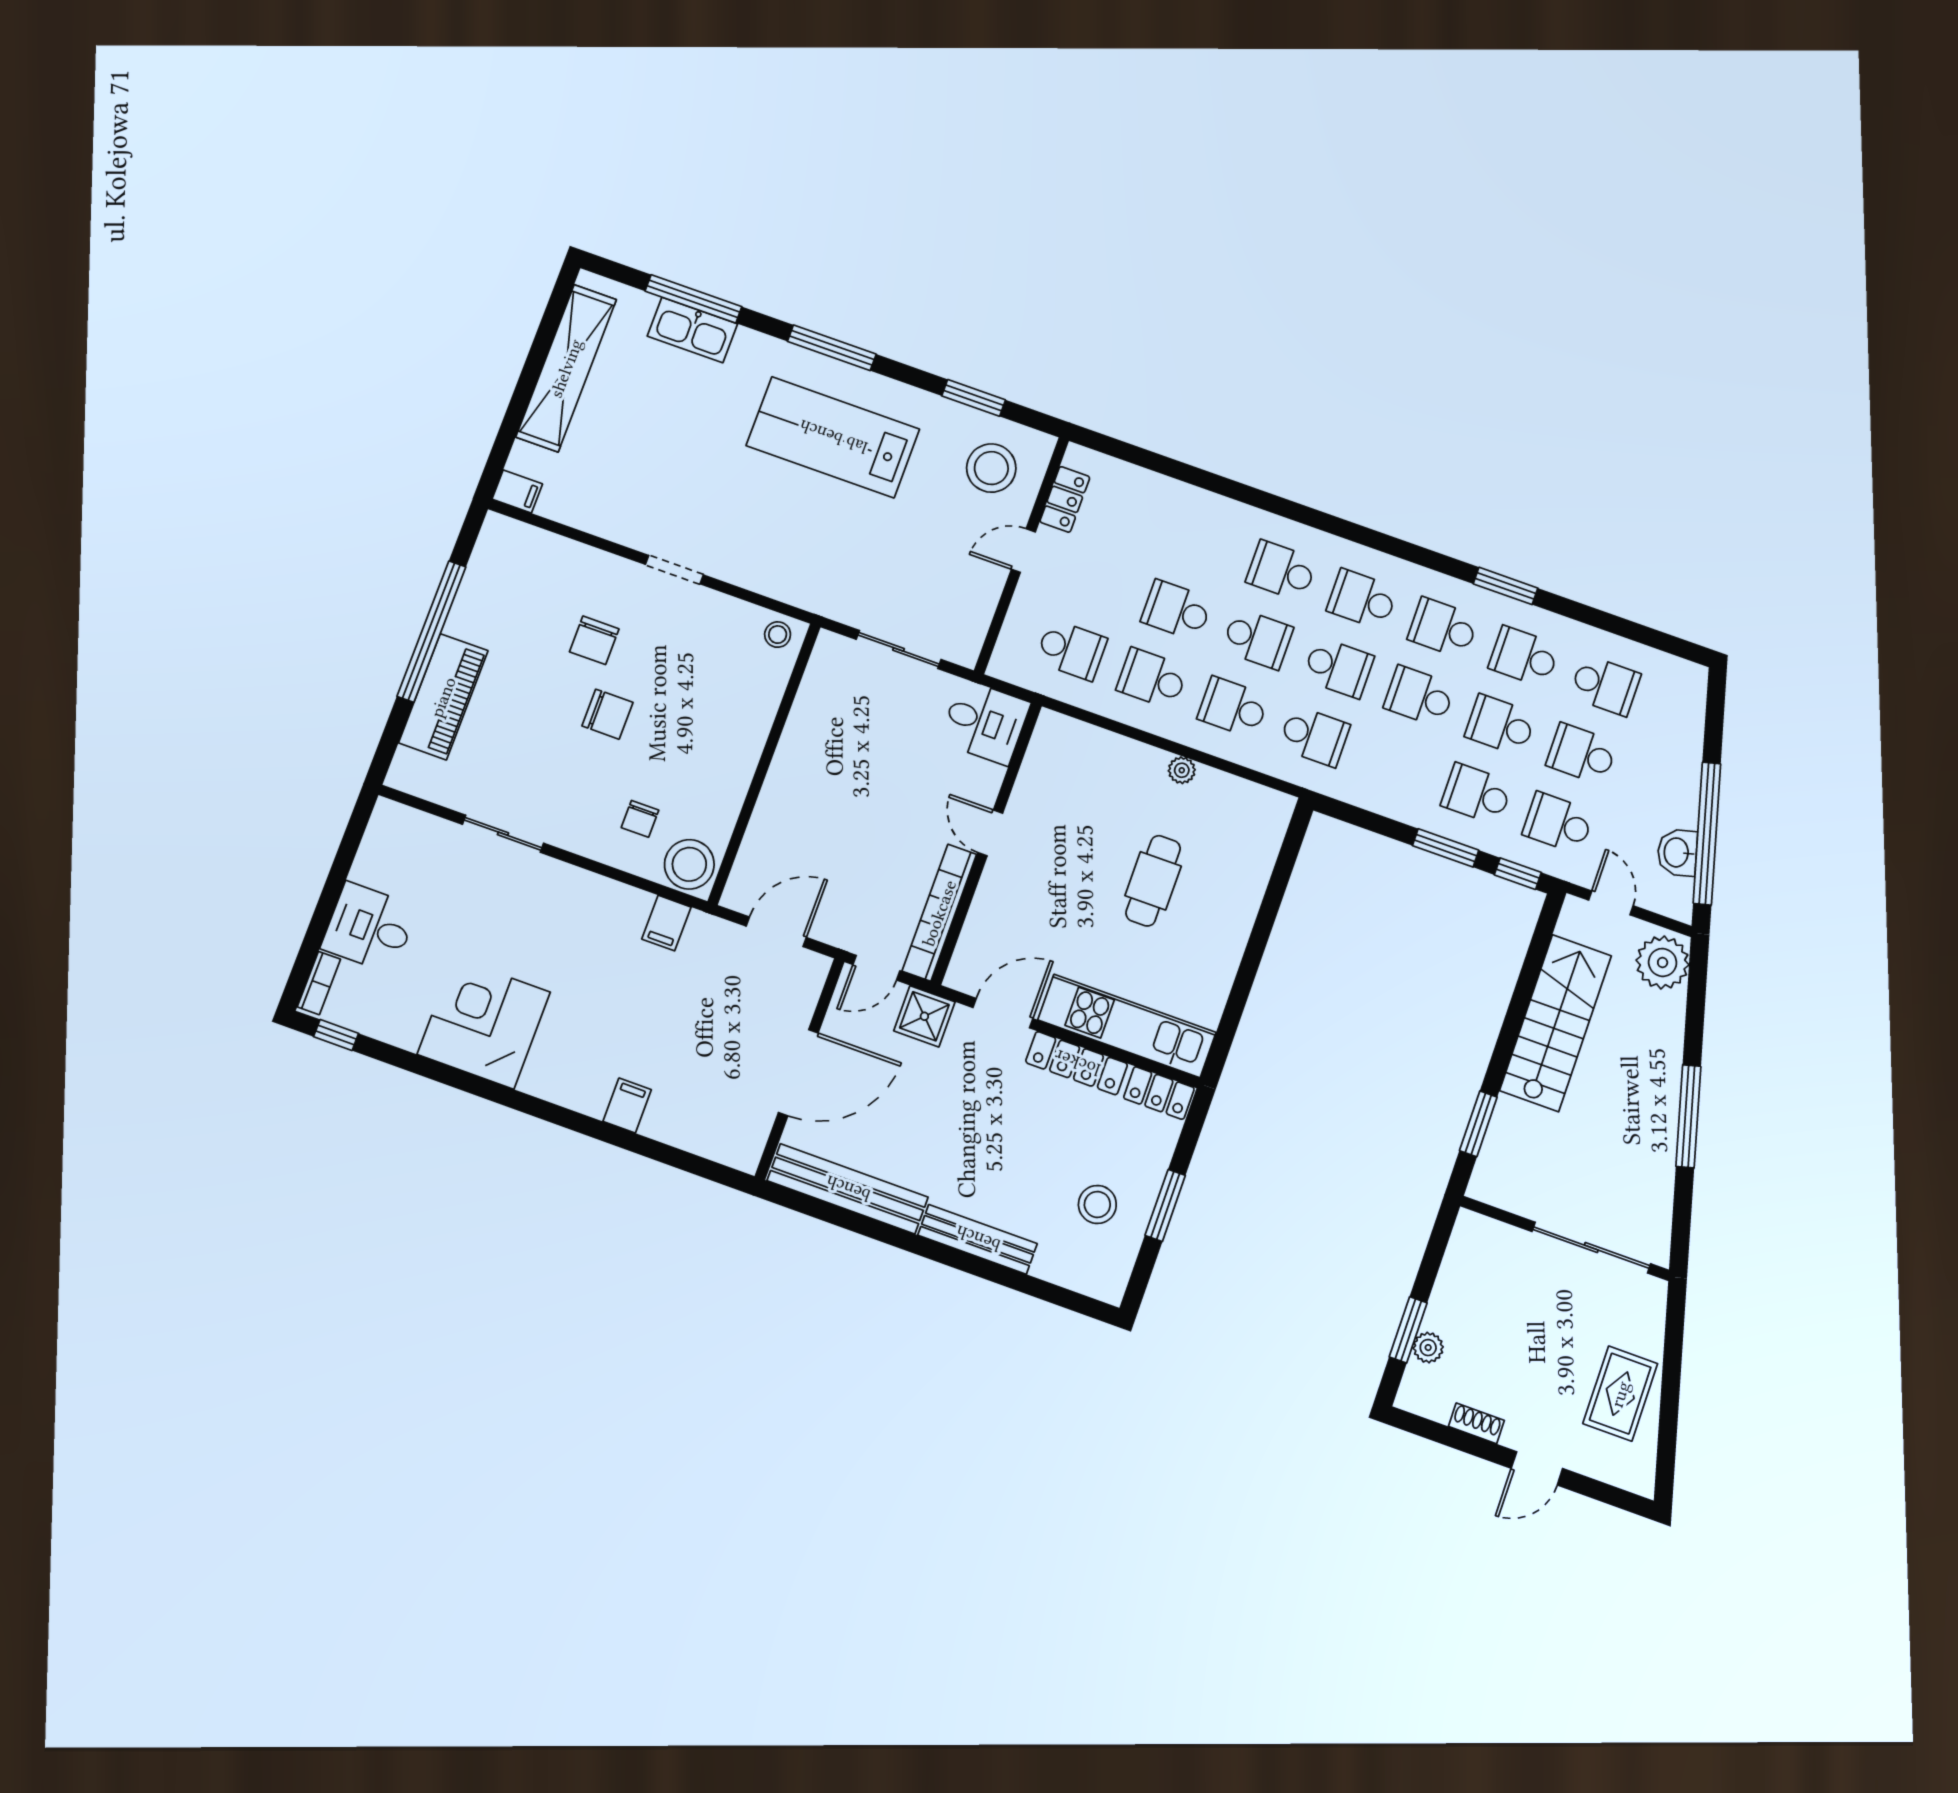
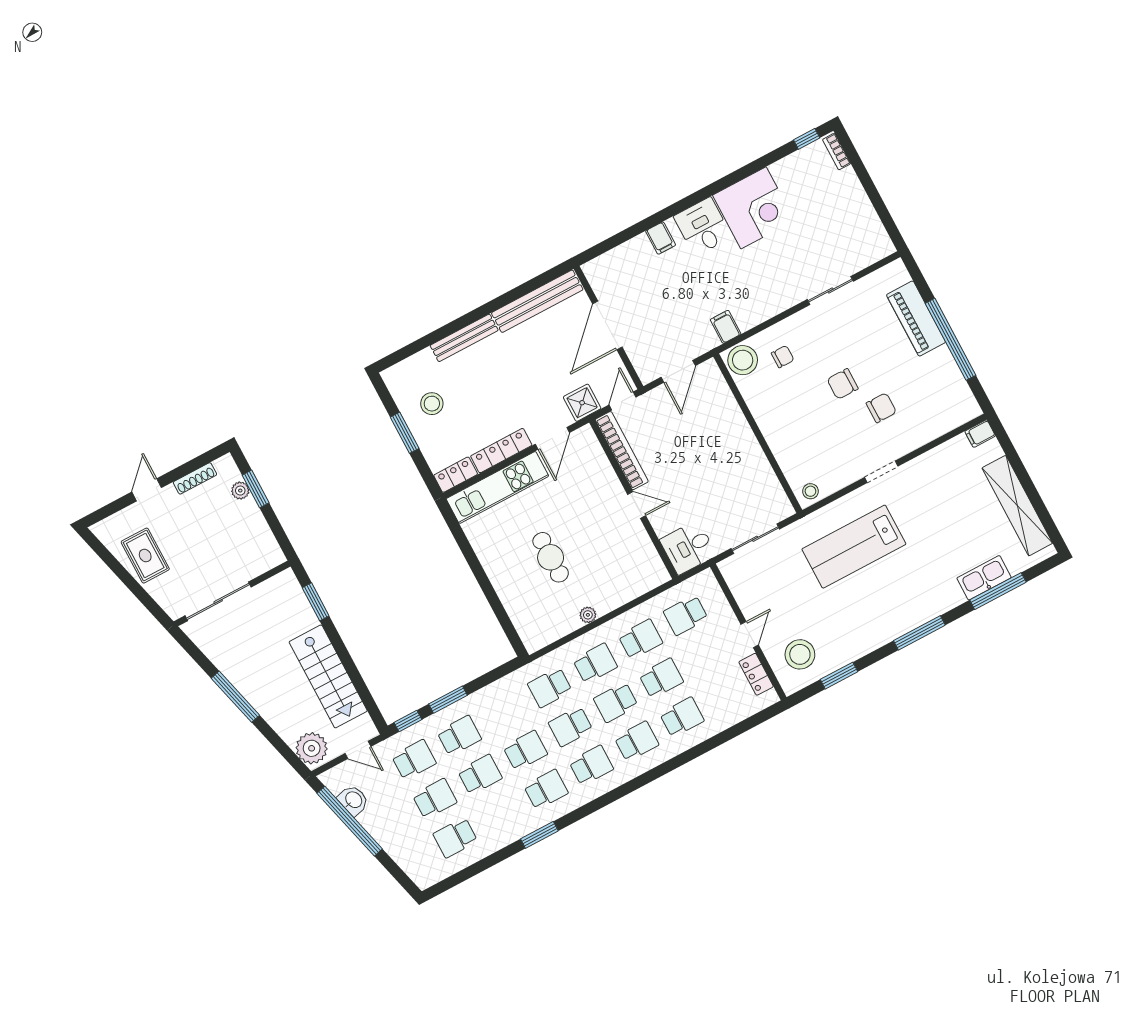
lab bench: (833, 437) -> (854, 547), moved, turned 180
chair: (594, 640) -> (881, 408), turned 90
school desk: (1524, 657) -> (682, 717), moved
chair: (640, 819) -> (783, 357), turned 90
desk: (369, 928) -> (703, 227), moved, turned -90
shoe rack: (1476, 1423) -> (195, 478), width x1.43

